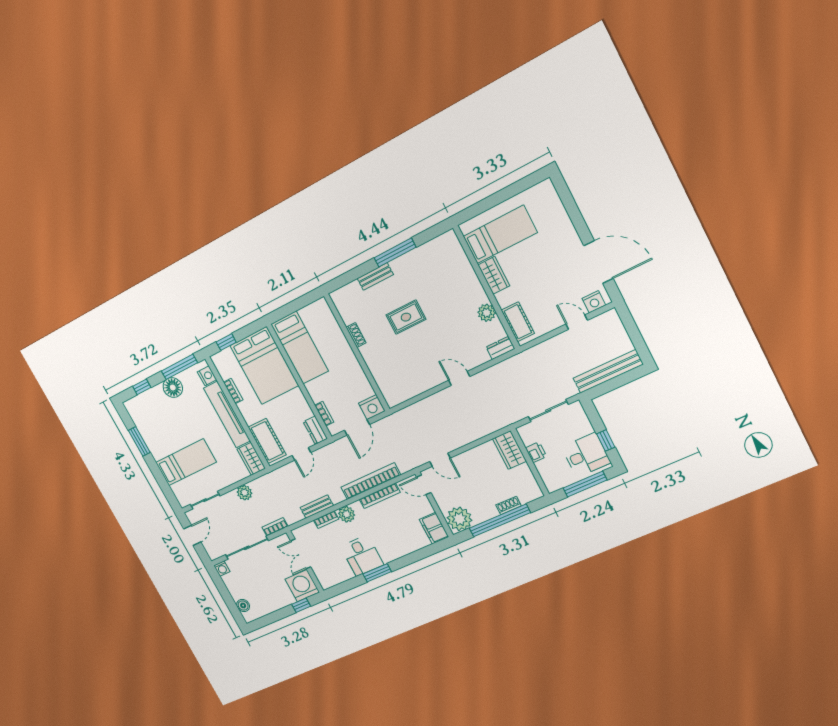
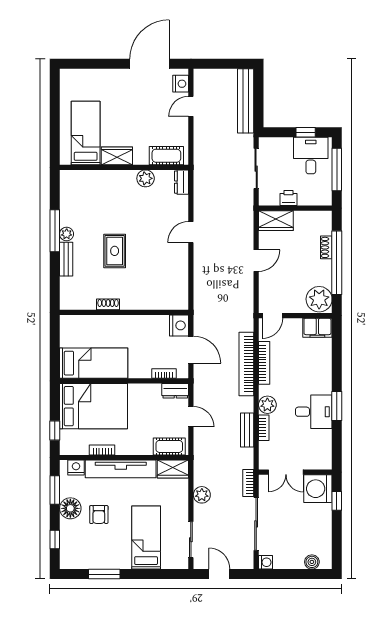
plant: (398, 265) -> (67, 234), added
window: (179, 367) -> (55, 490), width x0.69
armchair: (181, 414) -> (99, 515), added
cot: (267, 441) -> (169, 446), width x0.73, depth x0.75
door: (440, 460) -> (256, 261), moved

